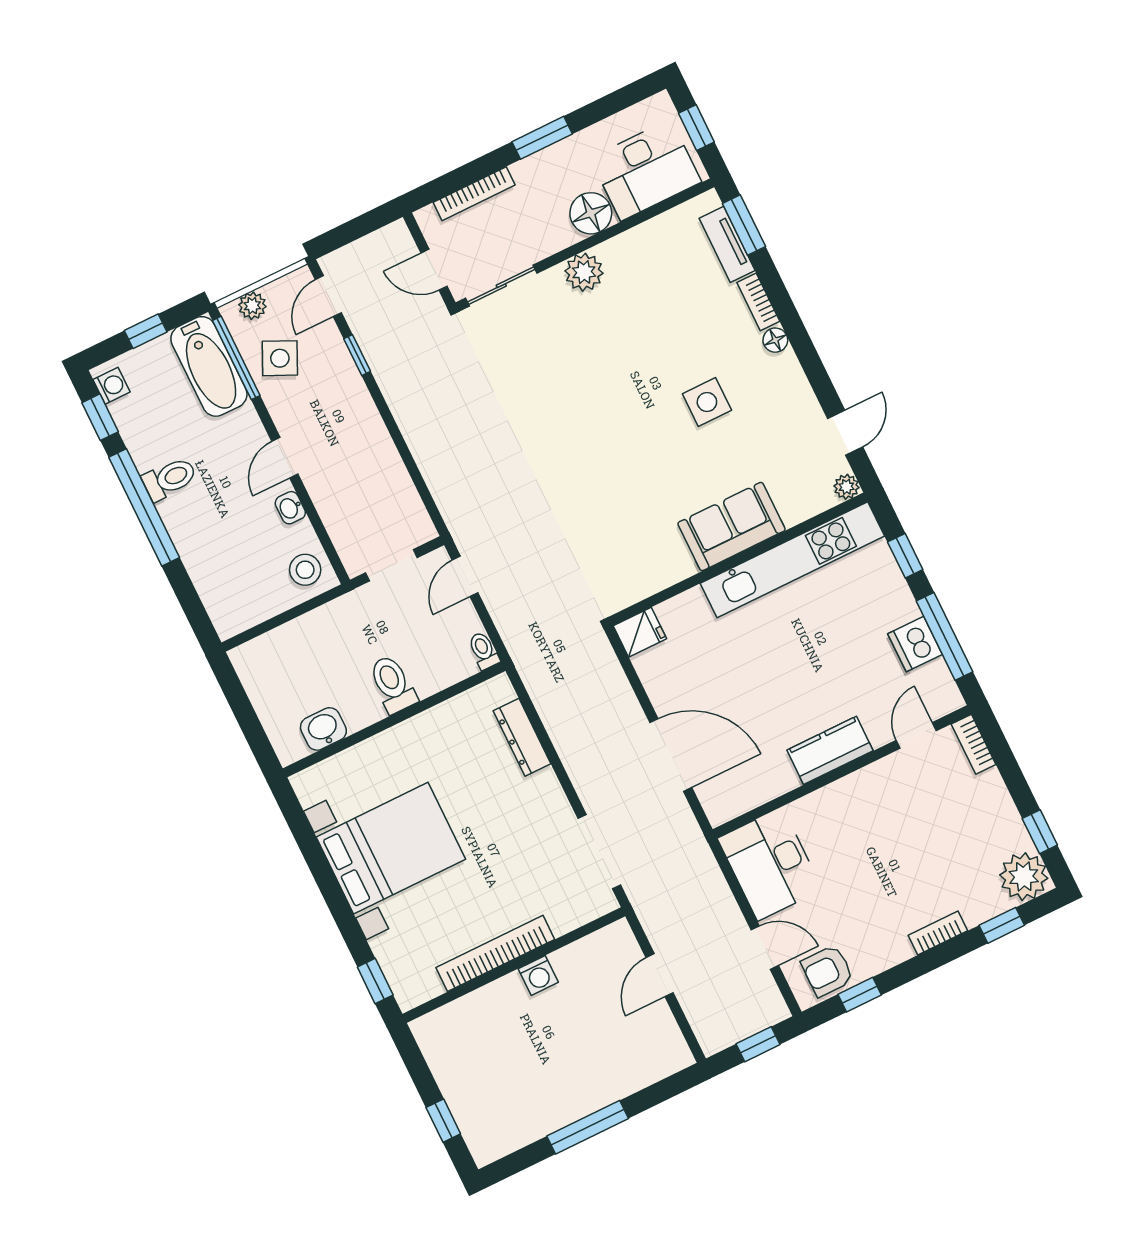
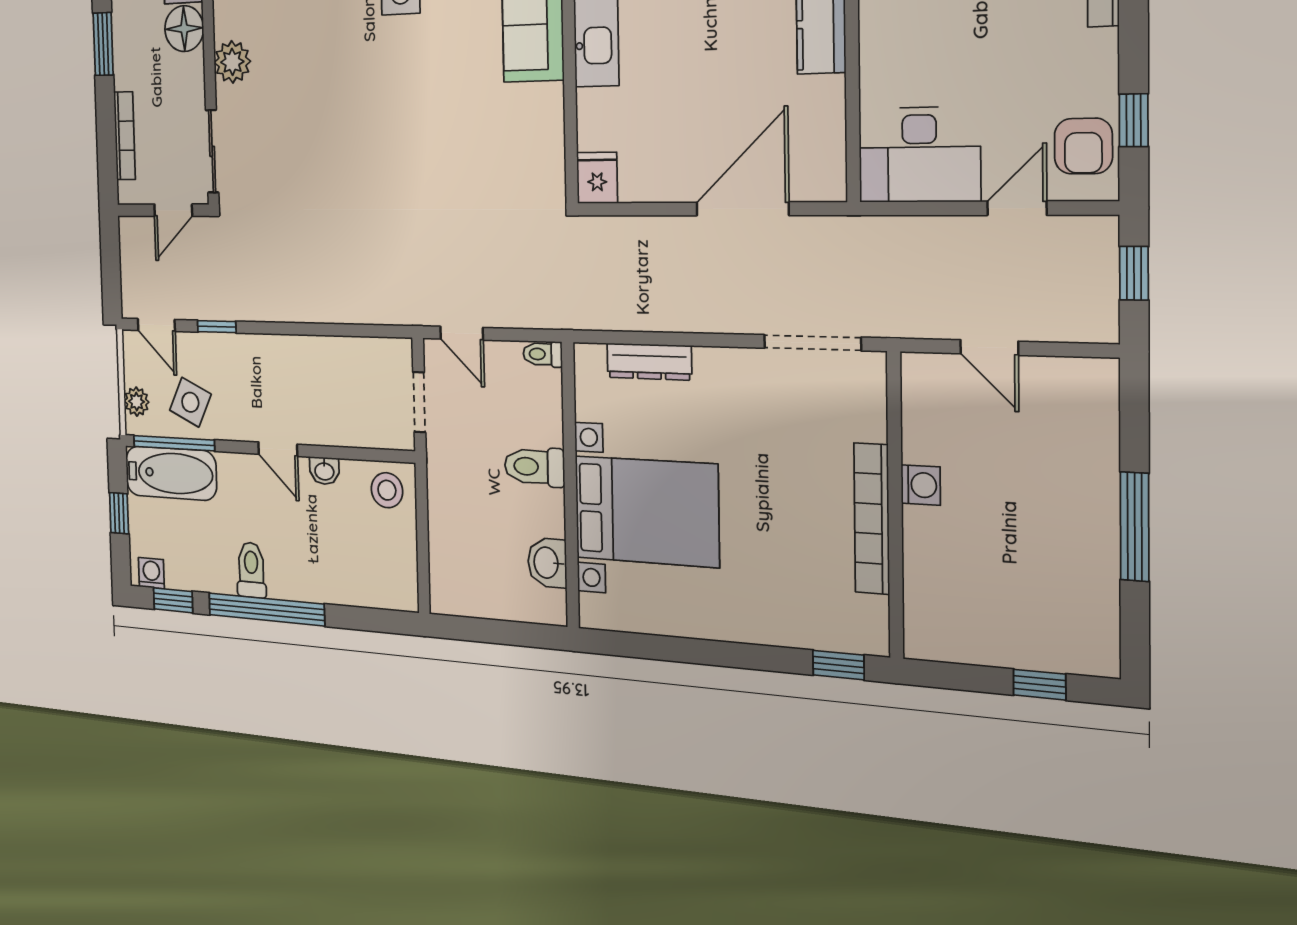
bed with nightstands: (391, 848) -> (646, 511), moved, turned 90

